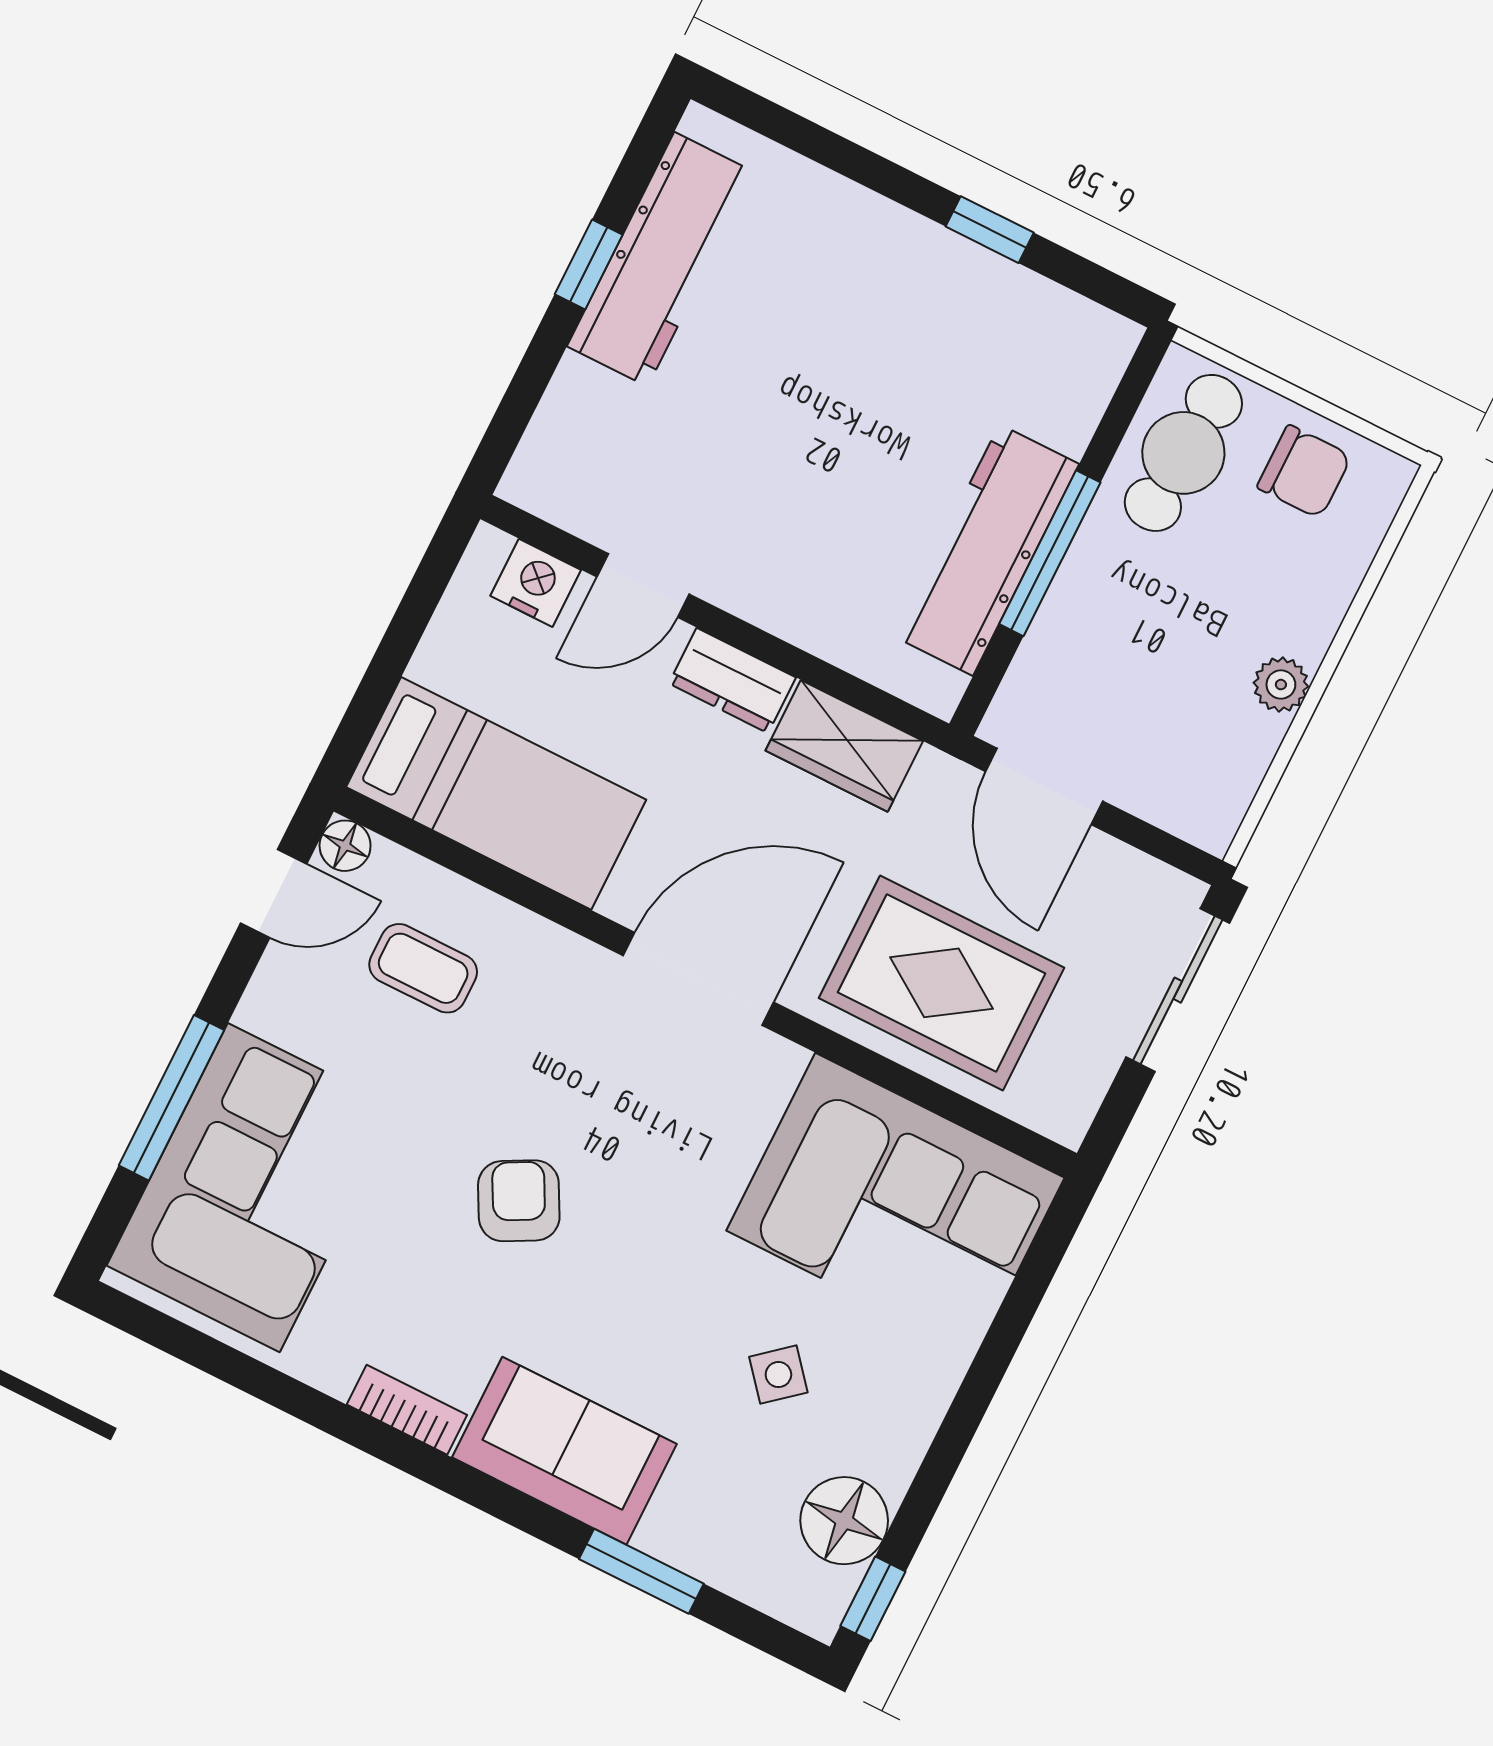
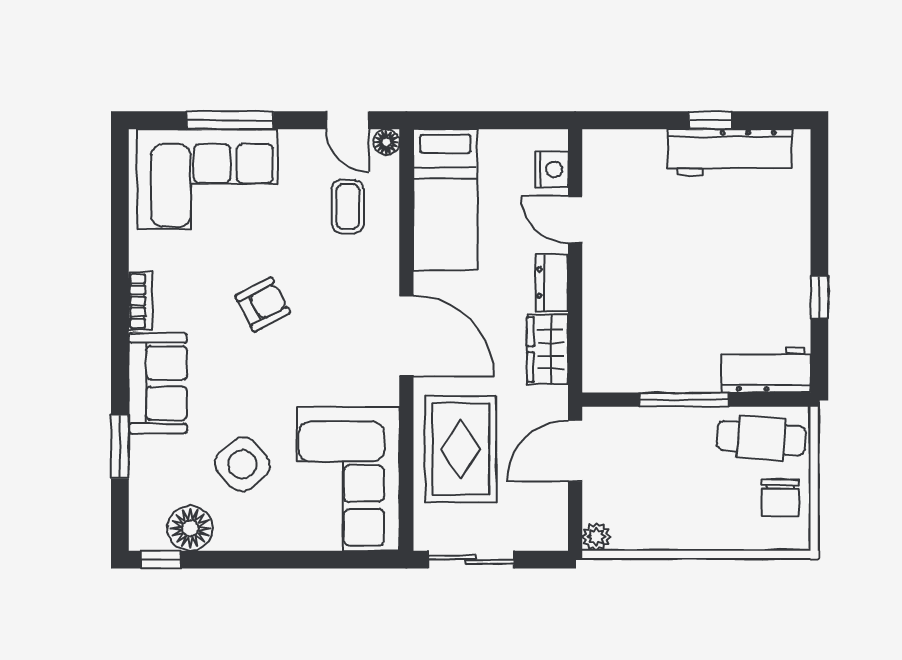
workbench: (986, 550) -> (766, 370), moved, width x0.73
plant: (1281, 685) -> (596, 537), moved
sliding door: (1178, 990) -> (471, 560), moved
side table: (778, 1375) -> (242, 464), width x1.87, depth x1.87

